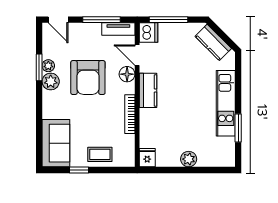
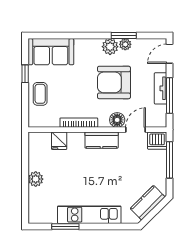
tv unit: (118, 29) -> (160, 88), moved
fridge: (147, 158) -> (59, 141), moved, turned 90

